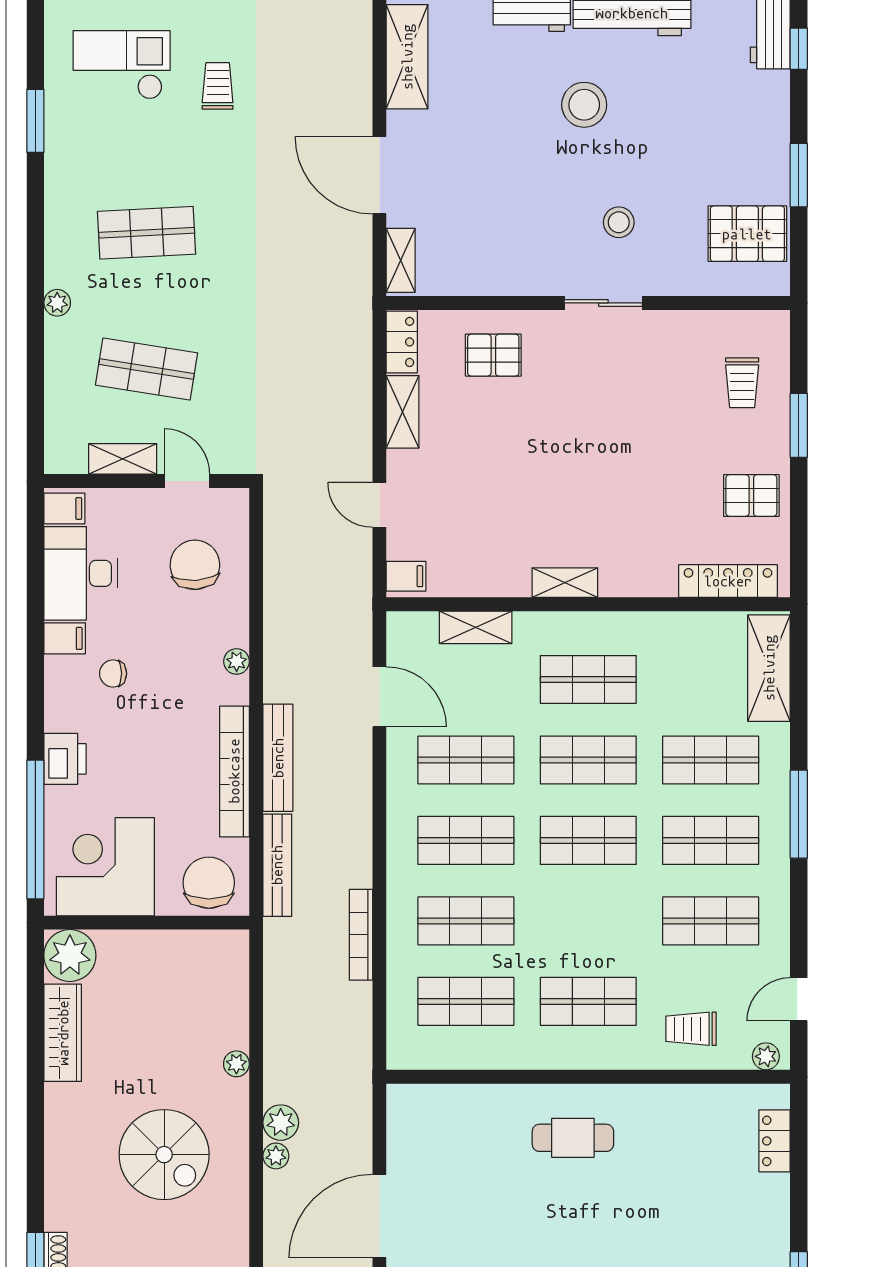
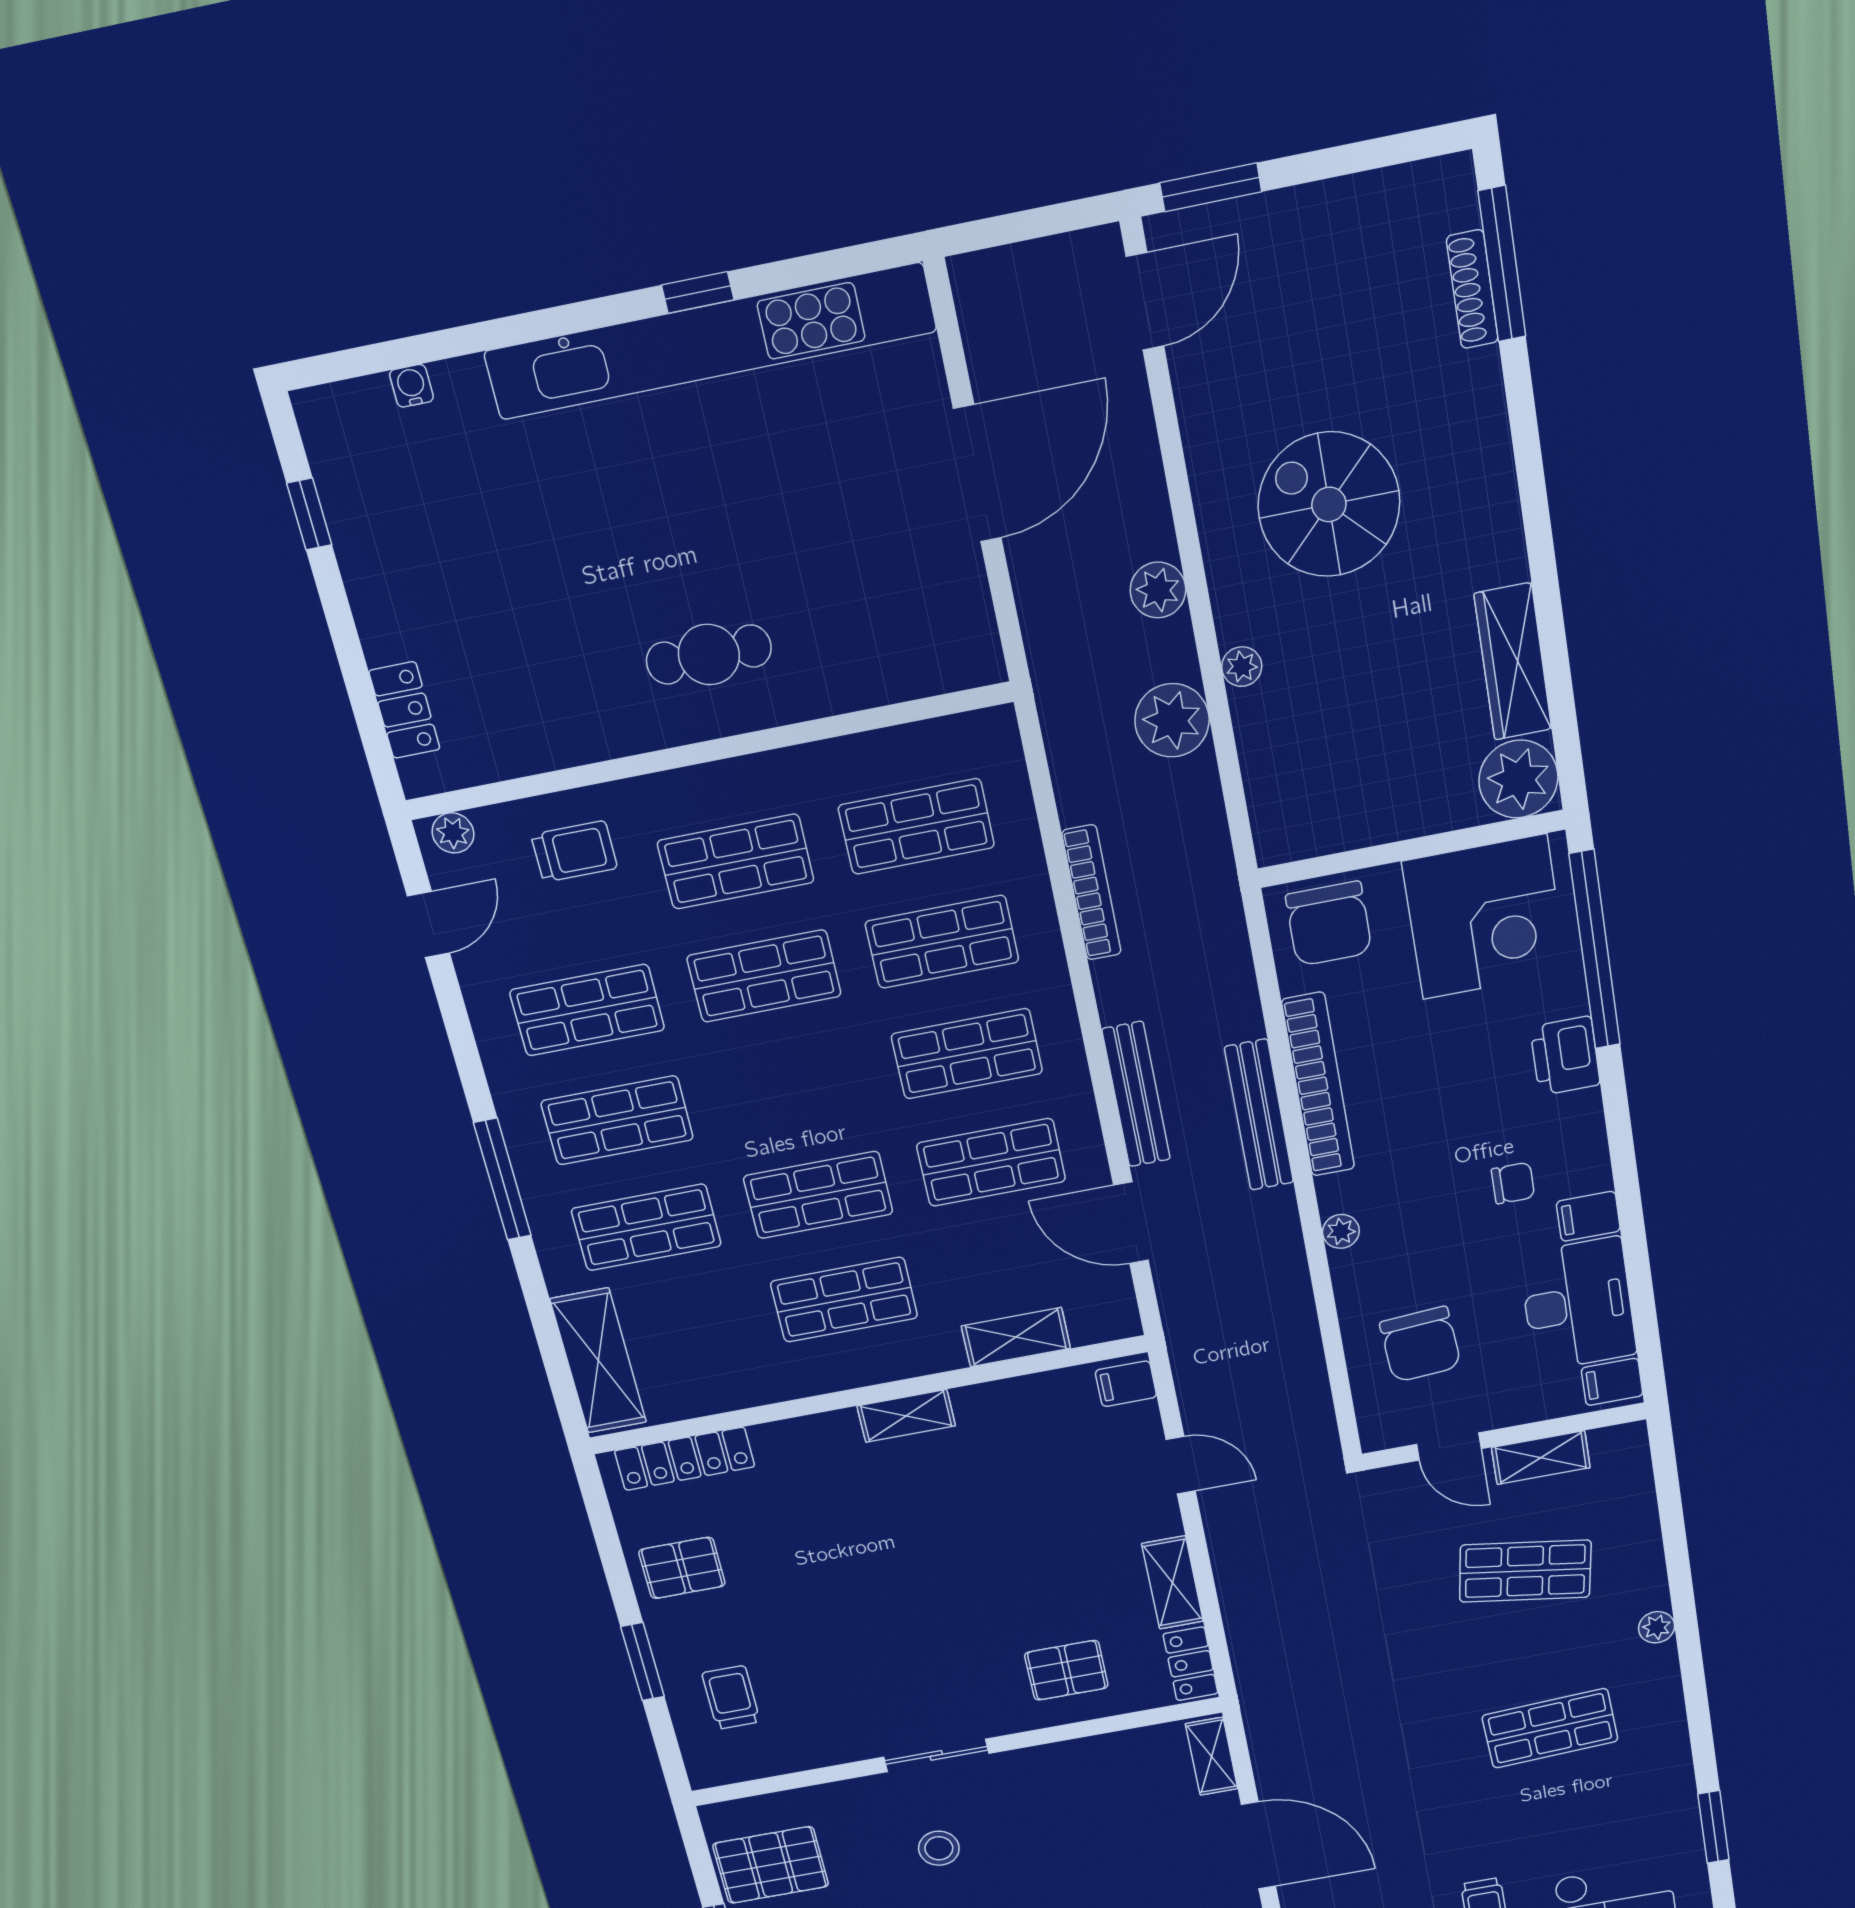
shop shelf: (588, 840) -> (764, 976), moved
bench: (277, 865) -> (1136, 1094), moved
plant: (276, 1156) -> (1172, 720), moved, width x1.88, depth x1.88

